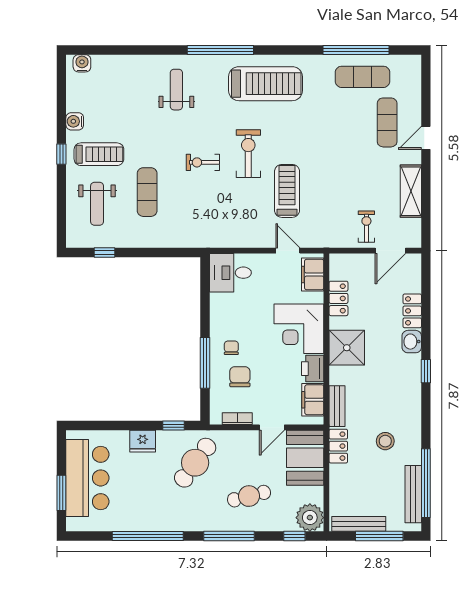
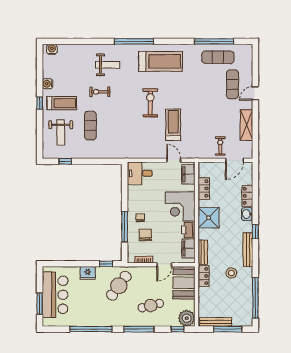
weight bench: (176, 90) -> (108, 65), turned 90
exercise bike: (203, 162) -> (100, 92), moved
bench: (413, 494) -> (248, 250), moved

